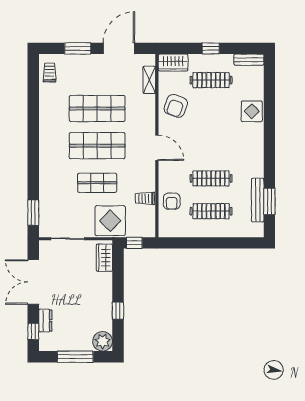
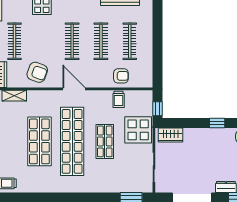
shop shelf: (97, 146) -> (72, 141), width x1.40
clothes rail: (211, 146) -> (72, 41), added
door: (157, 148) -> (74, 89), hinge flipped

